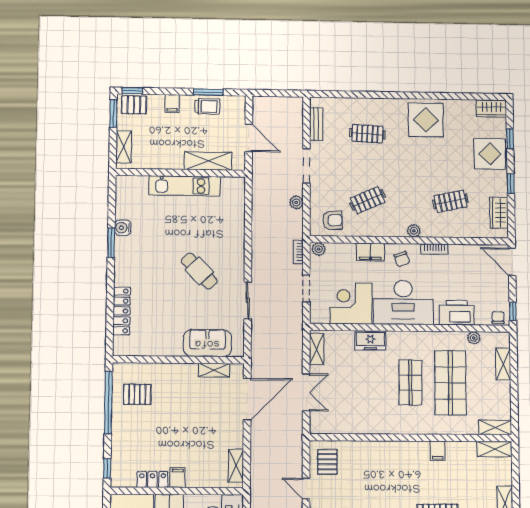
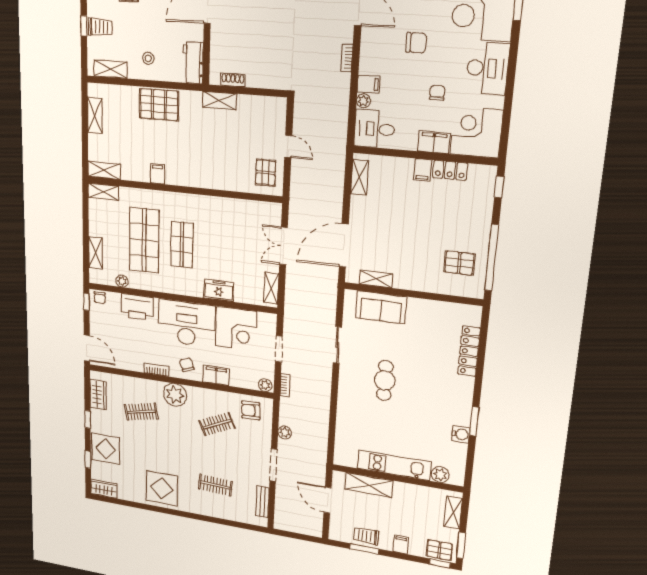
plant: (139, 184) -> (440, 475), added
plant: (414, 231) -> (175, 395), width x1.88, depth x1.88
cafe table: (199, 271) -> (385, 380), turned 44

